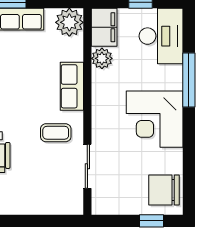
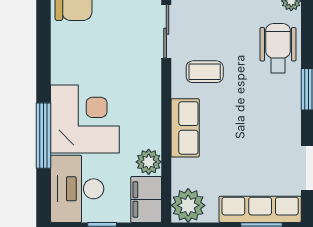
corner desk: (155, 119) -> (85, 119), moved

